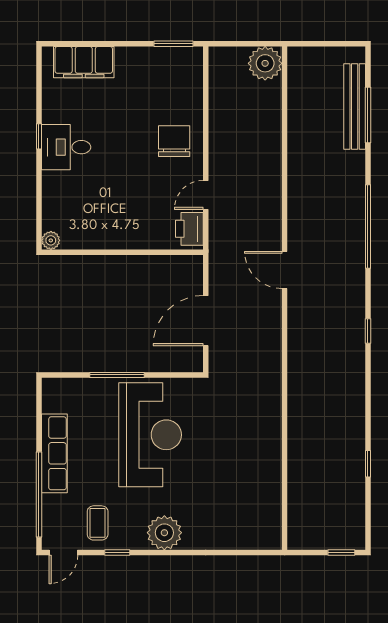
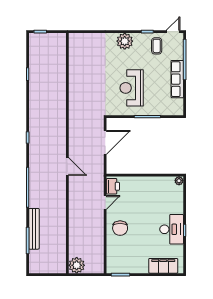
bench: (355, 106) -> (34, 229), moved
desk: (66, 147) -> (172, 229), width x1.37
reception desk: (150, 435) -> (132, 88), width x0.74, depth x0.77

